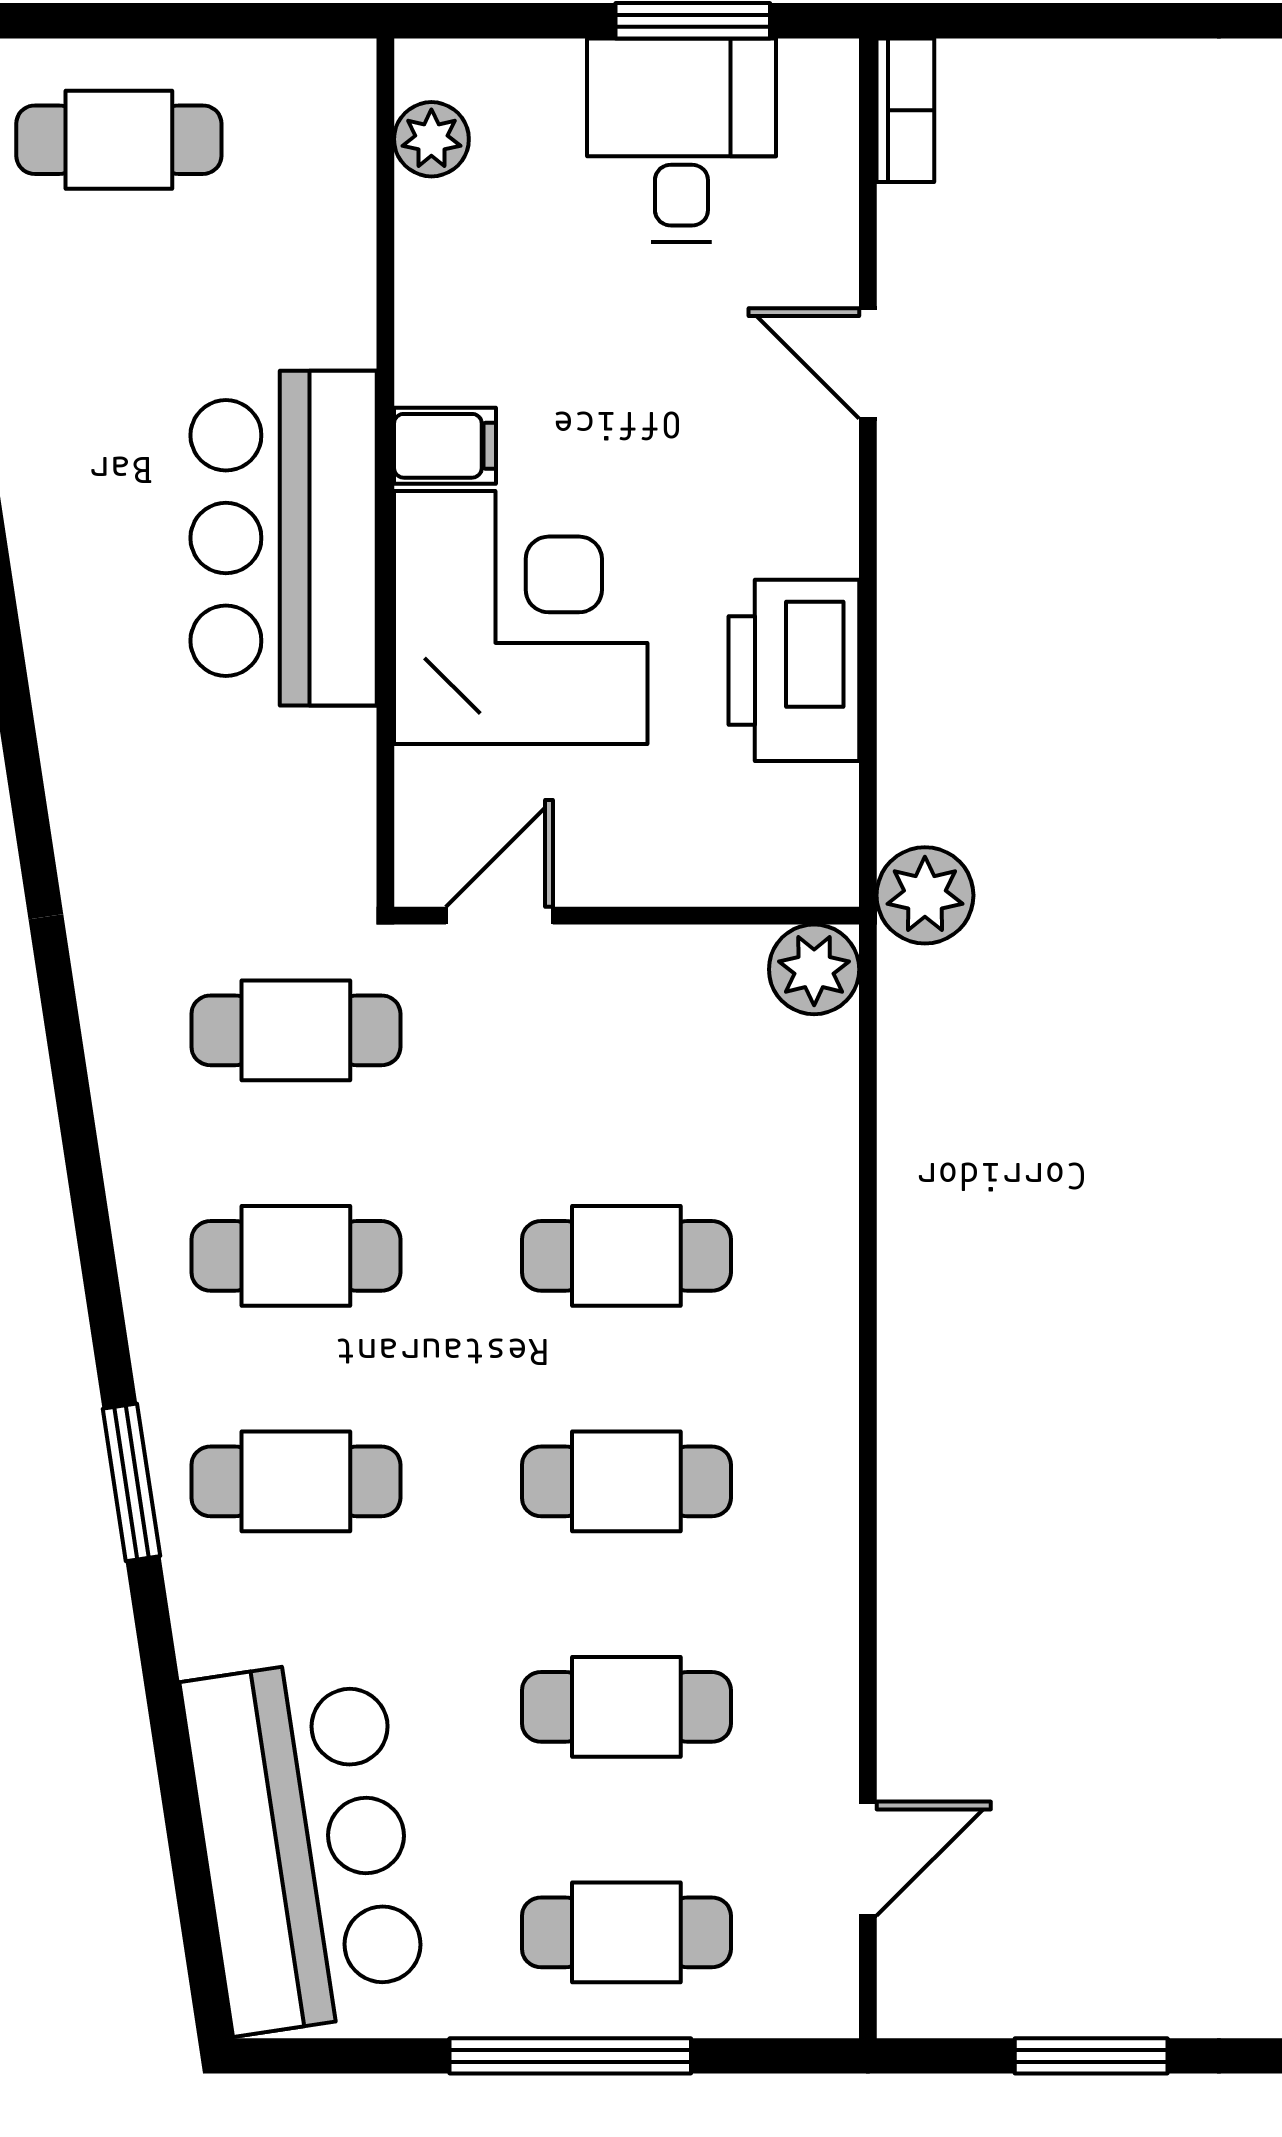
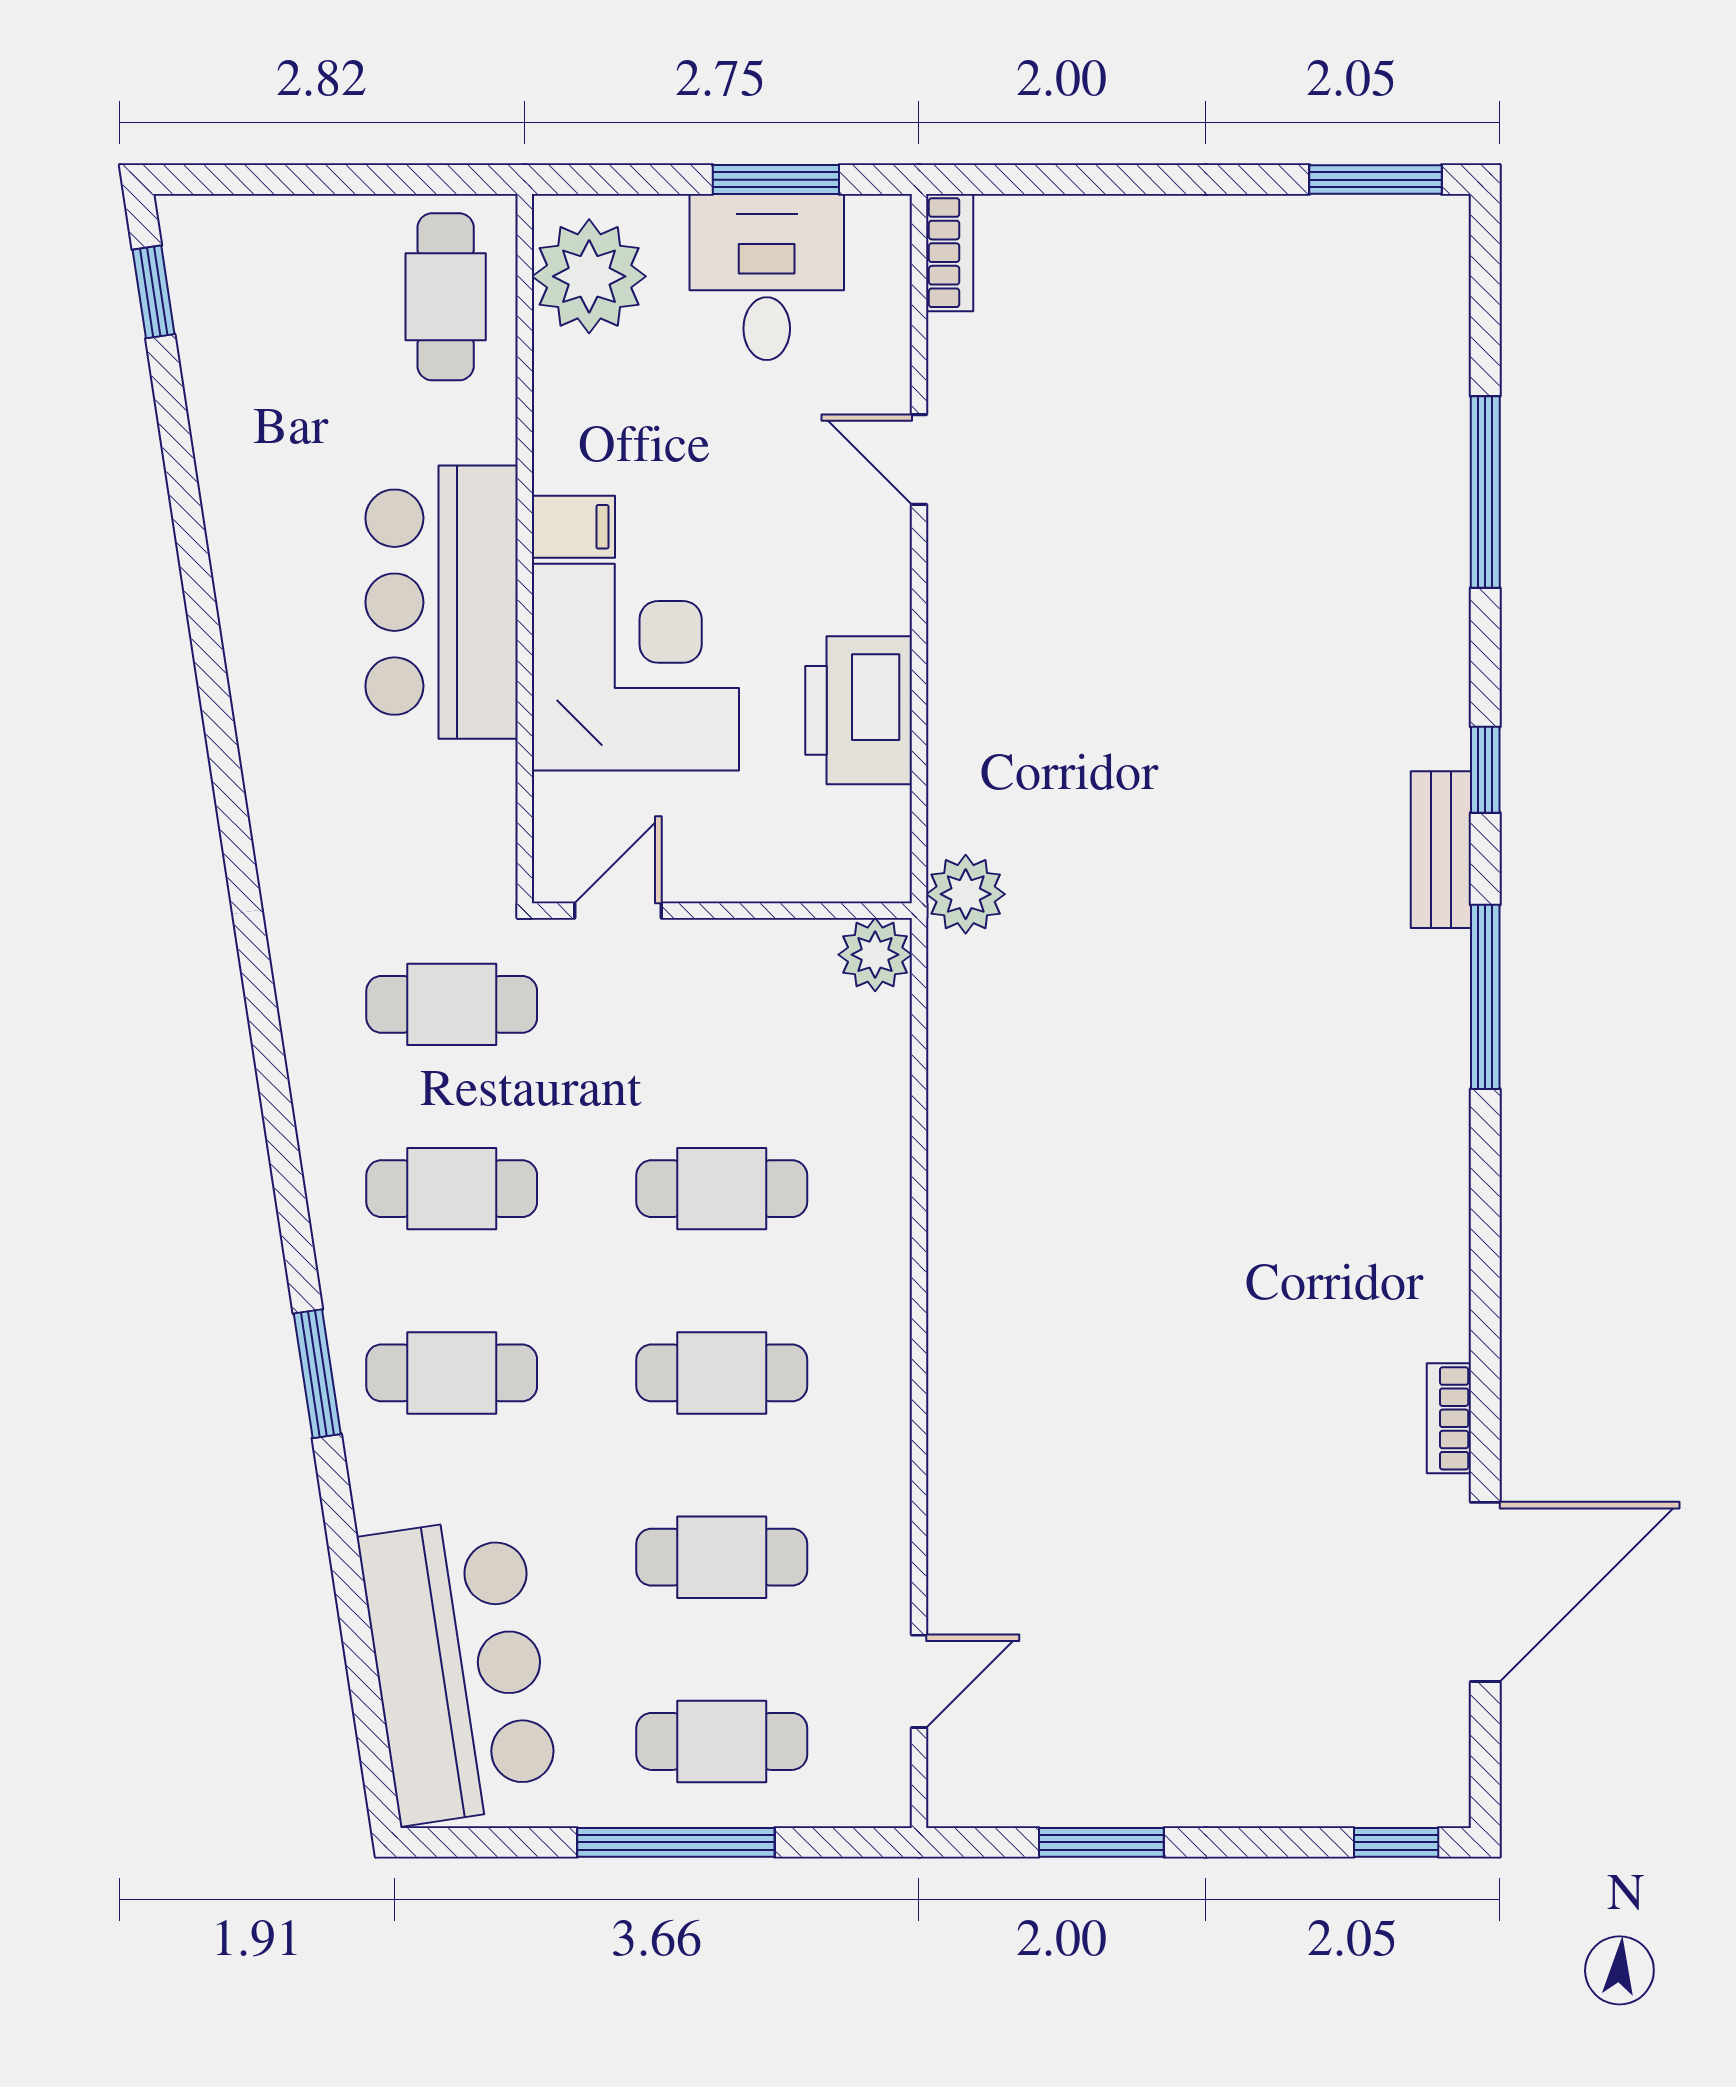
plant: (431, 139) -> (589, 276), width x1.88, depth x1.88
cafe table: (119, 140) -> (446, 297), moved, turned 90

